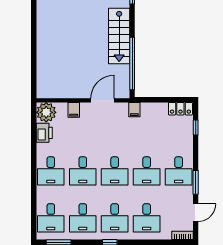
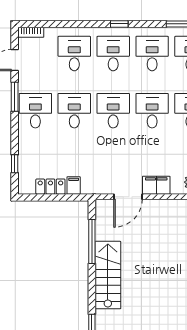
window: (132, 64) -> (92, 242), width x0.68
locker: (180, 109) -> (50, 187), moved
filing cabinet: (74, 110) -> (156, 185), width x2.00
filing cabinet: (134, 110) -> (74, 186), moved

